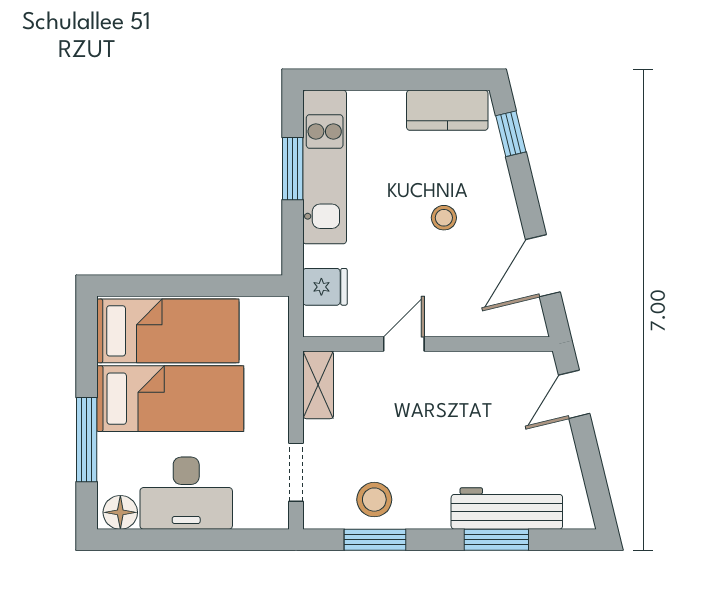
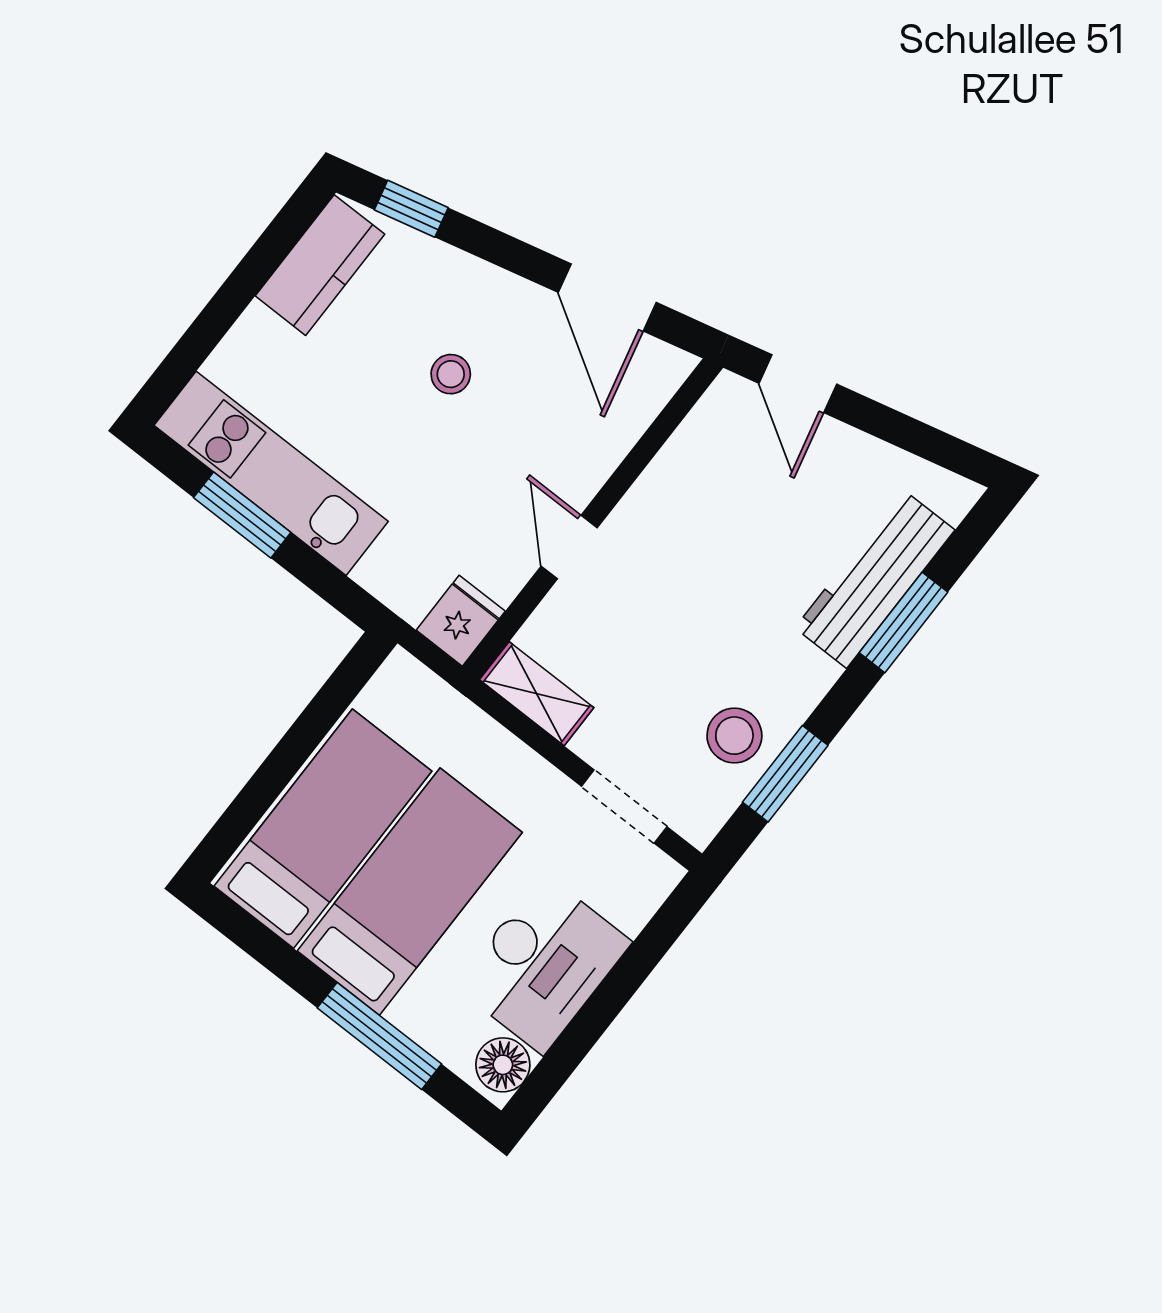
fridge: (325, 287) -> (461, 621), moved

